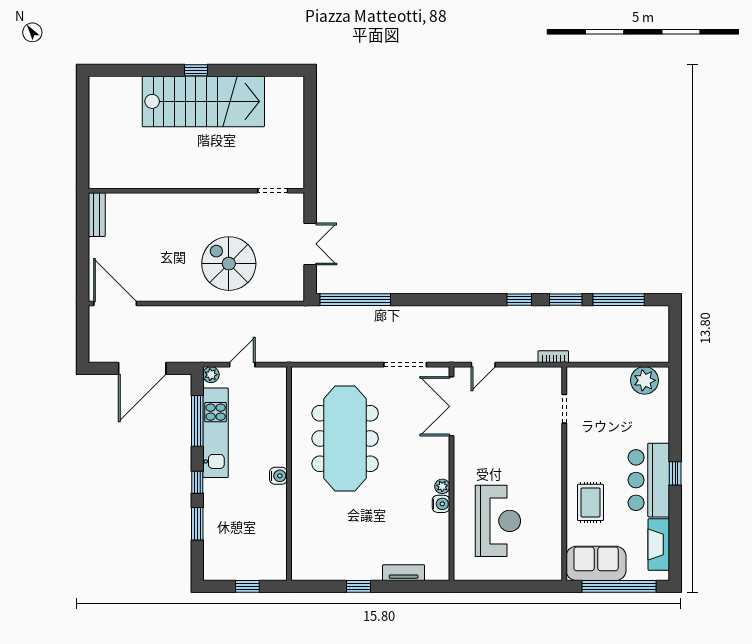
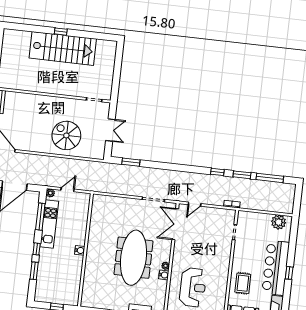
window: (355, 300) -> (131, 162), width x0.47
meeting table: (345, 438) -> (133, 258), moved
bar counter: (649, 480) -> (276, 268), width x1.36

